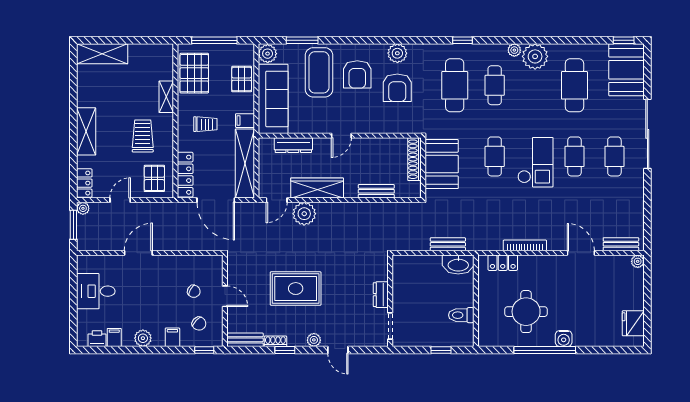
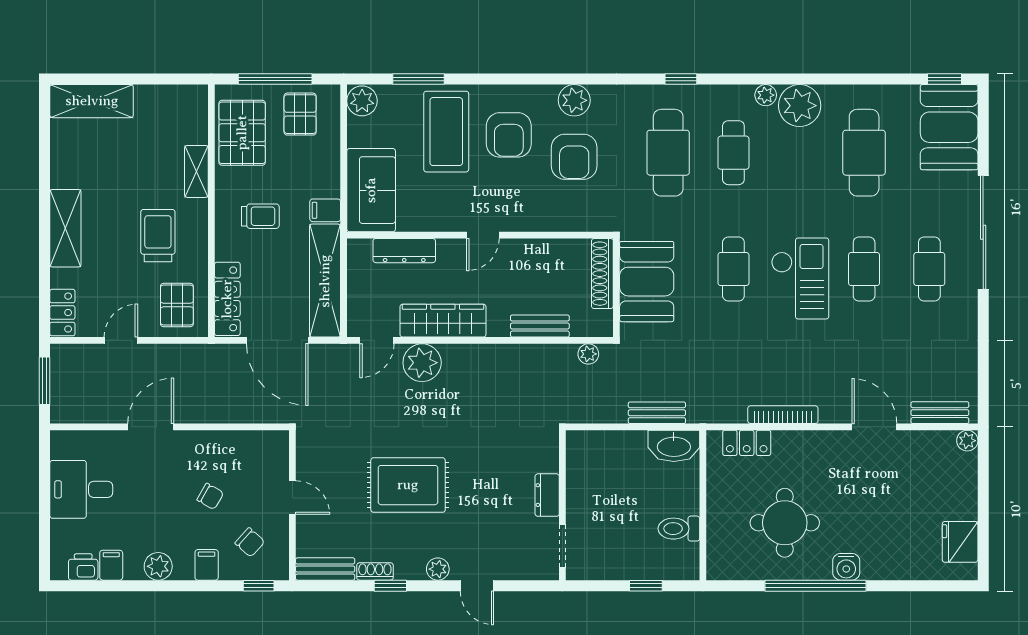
pallet: (242, 79) -> (300, 114), moved
sofa: (273, 99) -> (371, 190), width x0.73
plant: (83, 208) -> (588, 354), moved
chair: (194, 291) -> (210, 496), moved

